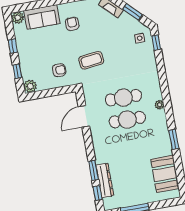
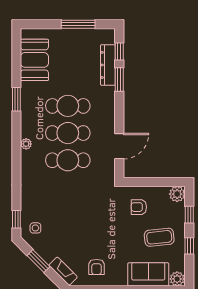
armchair: (72, 24) -> (97, 267), moved
coffee table: (91, 60) -> (159, 237), moved
cafe table: (131, 142) -> (68, 106), added

